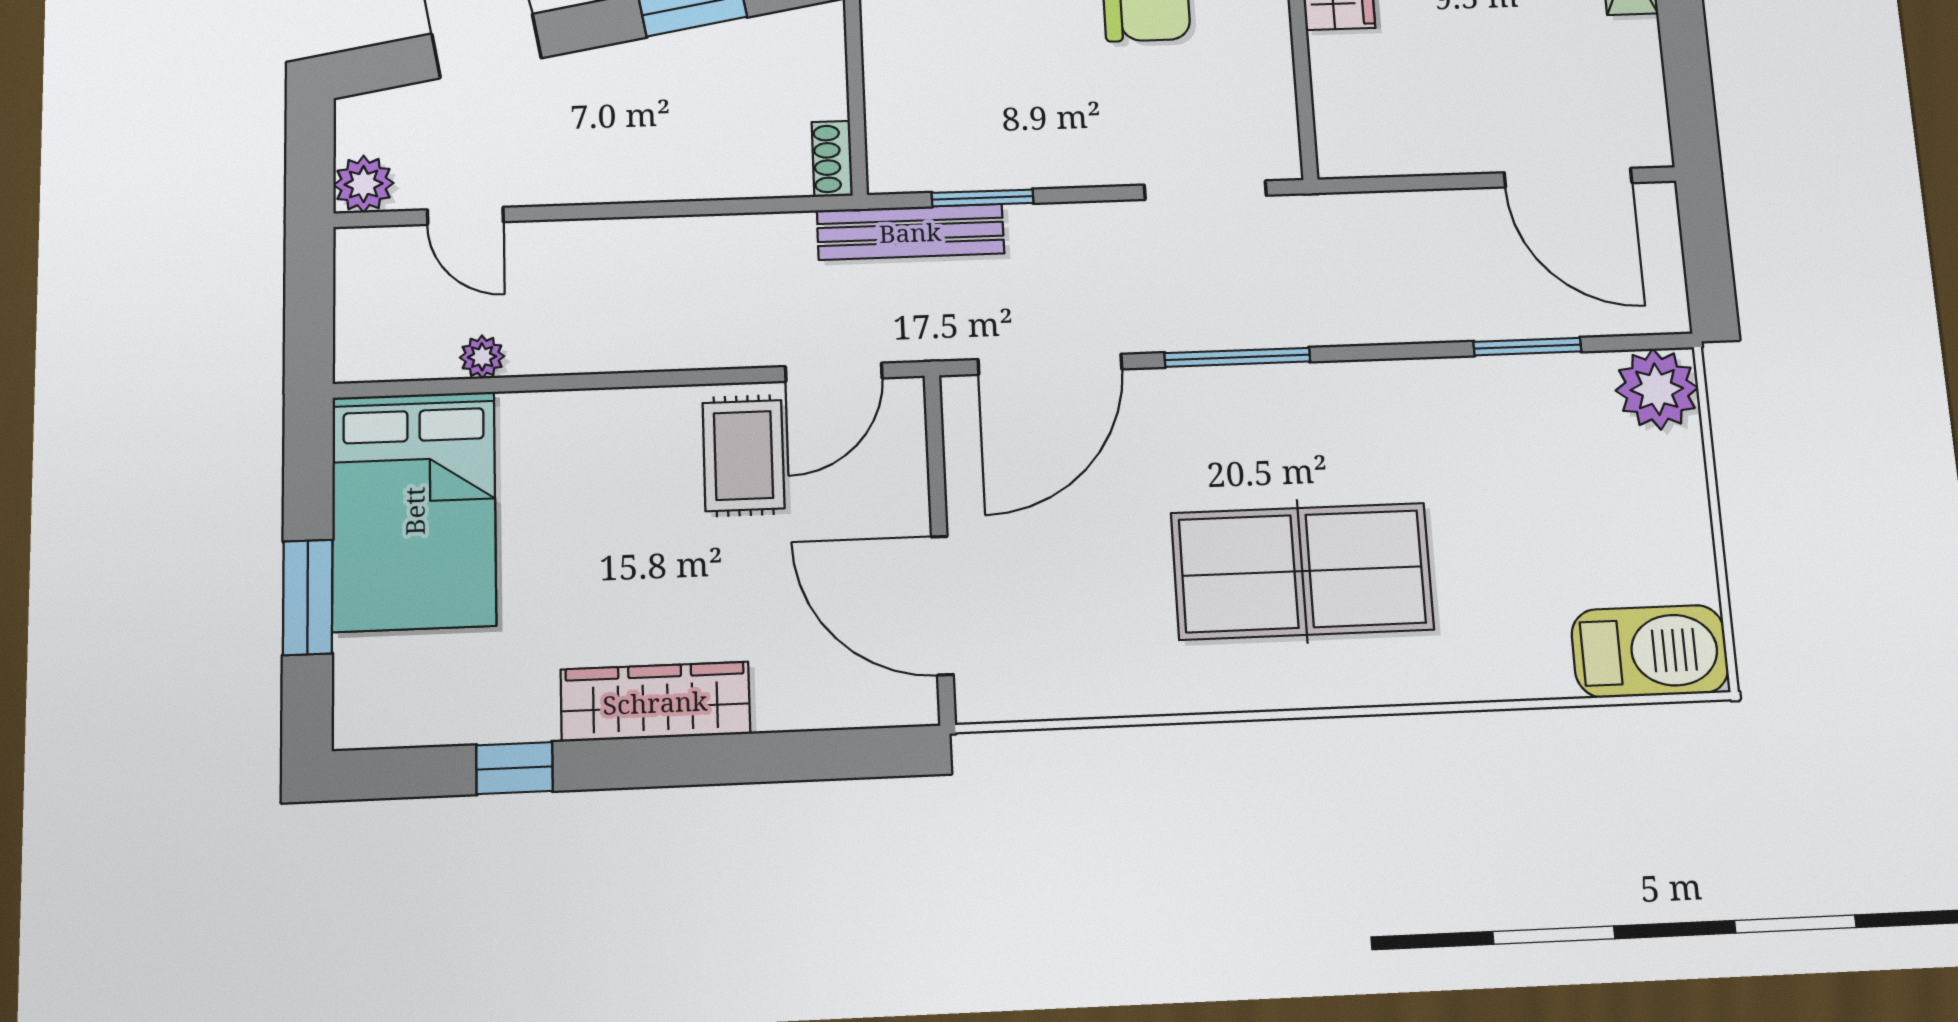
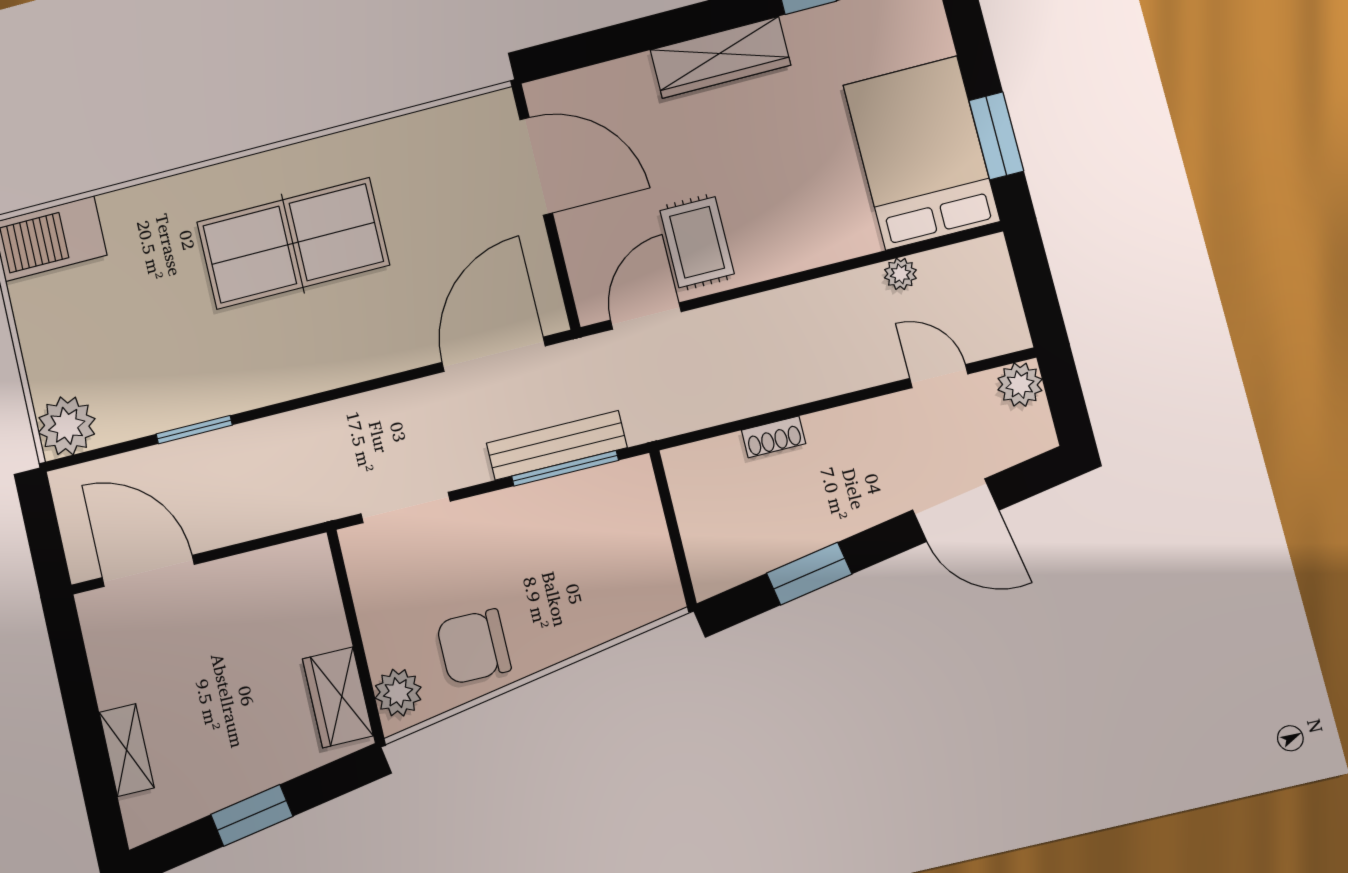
shoe rack: (832, 159) -> (774, 437), moved, turned 90
window: (983, 198) -> (565, 468), width x1.44
bench: (910, 232) -> (557, 445), moved
window: (1527, 347) -> (194, 430), moved
window: (1237, 357) -> (362, 387), removed
window: (308, 597) -> (996, 136), moved

